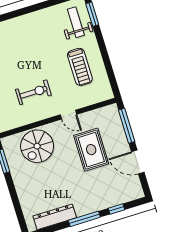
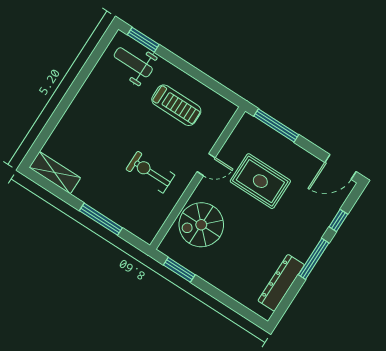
exercise bike: (33, 92) -> (150, 172), turned -90
spiral stairs: (37, 146) -> (201, 225), turned 90
door: (138, 162) -> (341, 167), moved

